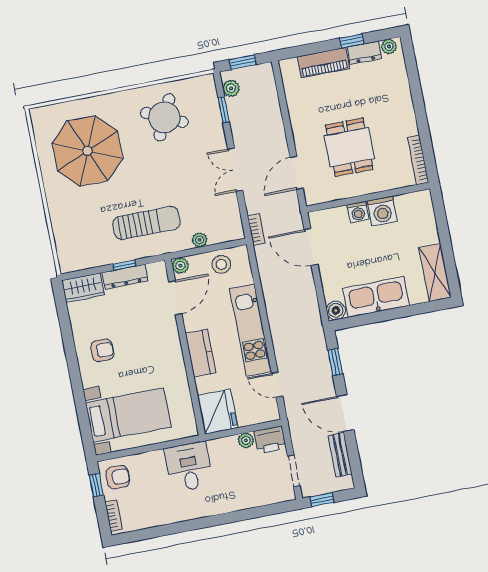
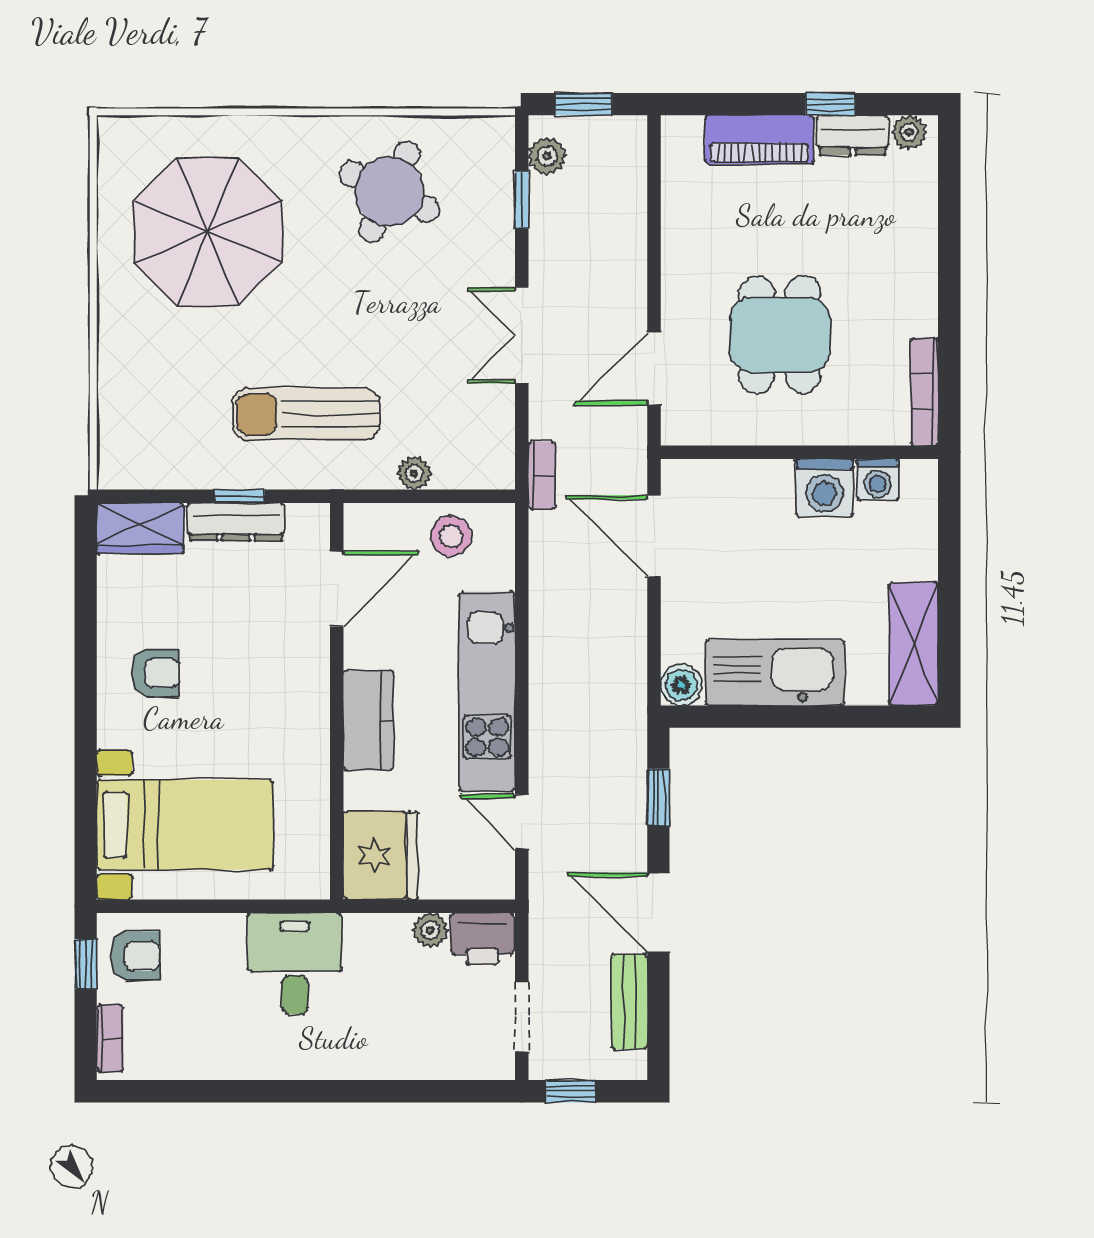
washing machine: (358, 212) -> (878, 480), moved
sun lounger: (147, 223) -> (306, 414), turned 180
plant: (180, 266) -> (362, 521), removed

